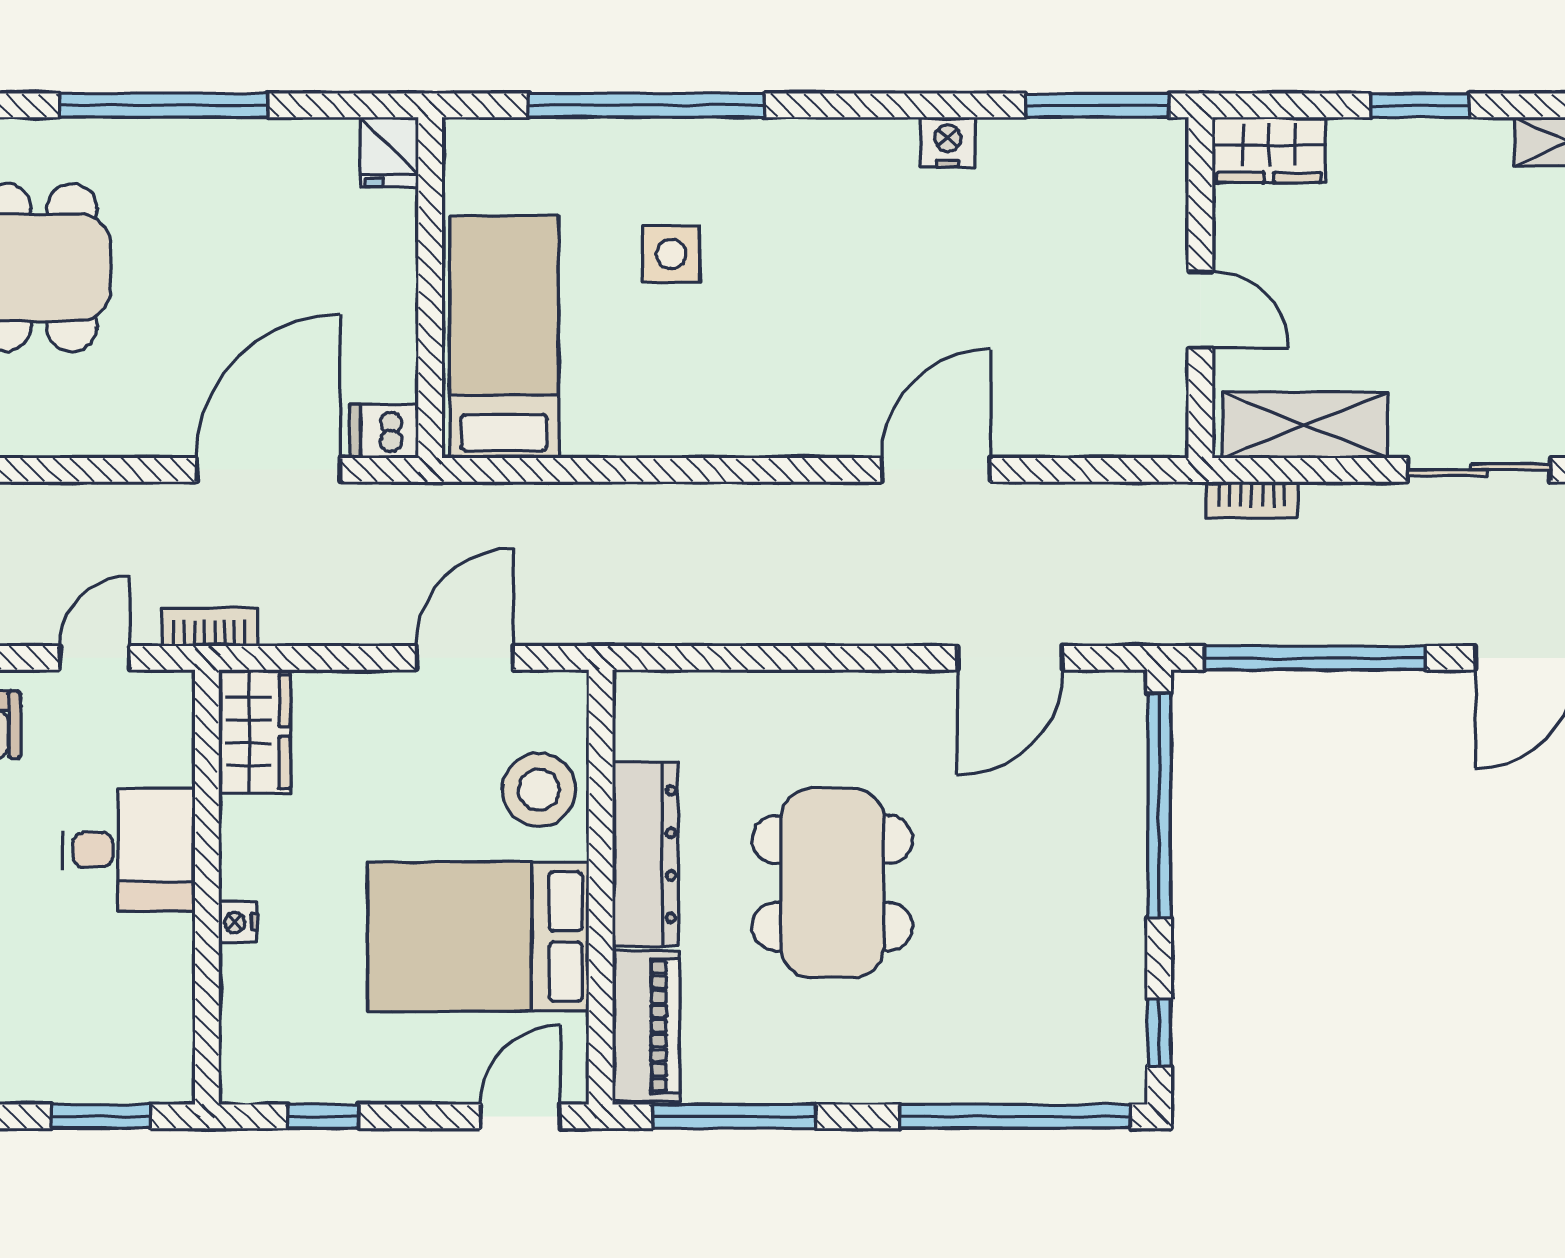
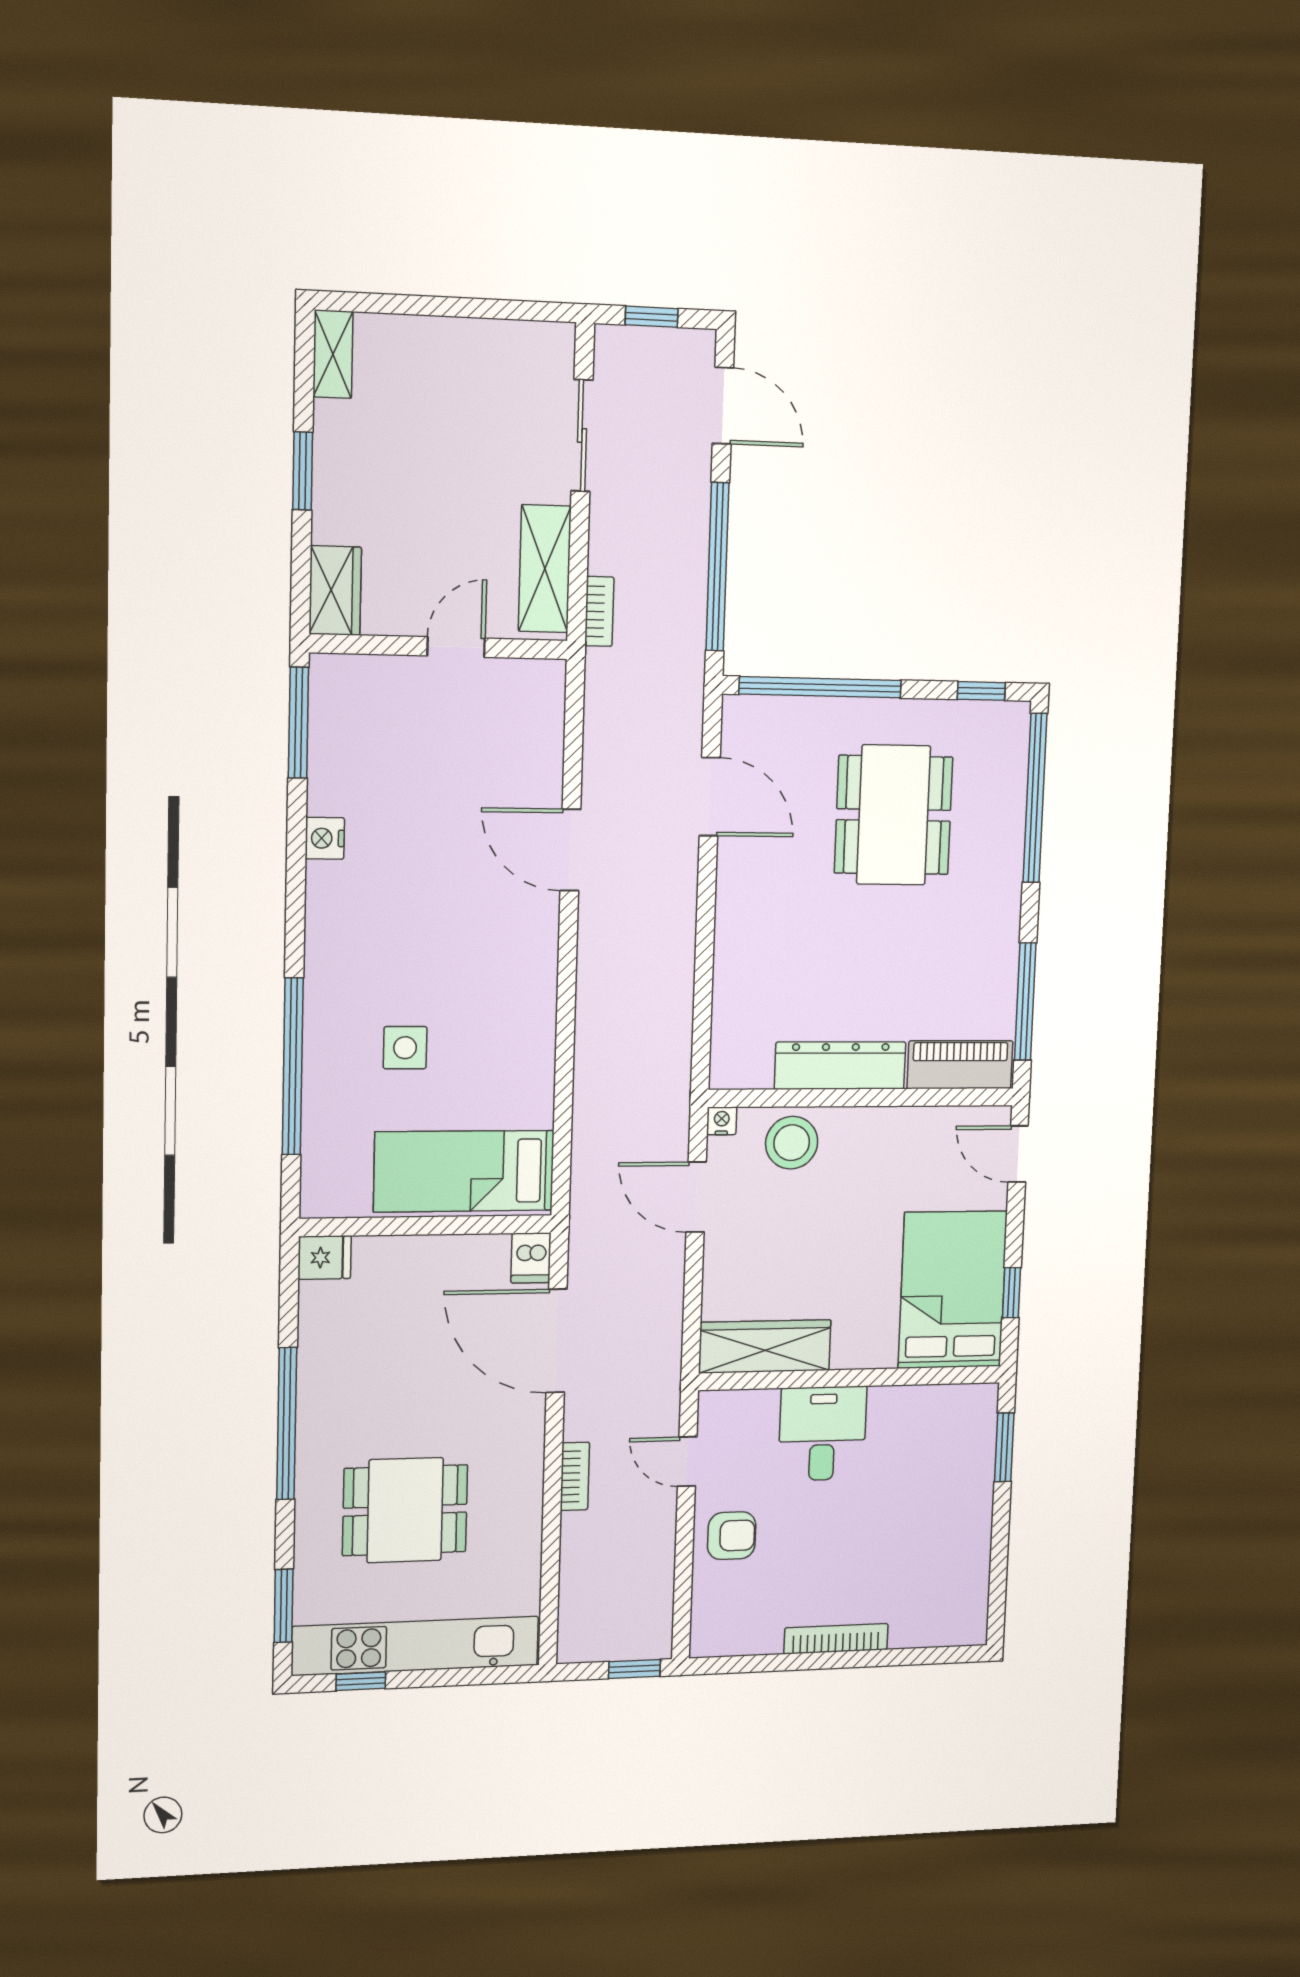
bookcase: (210, 627) -> (575, 1476), moved, turned 180
wardrobe: (255, 732) -> (765, 1346), width x1.50
dining table: (832, 883) -> (894, 815), moved, turned 90
nightstand: (238, 922) -> (722, 1121), moved, turned 180
bed: (478, 937) -> (953, 1290), moved, turned 180

